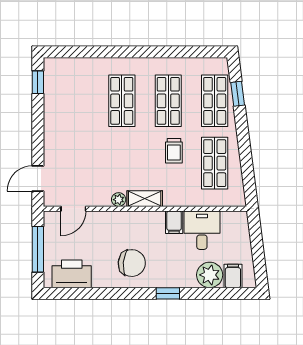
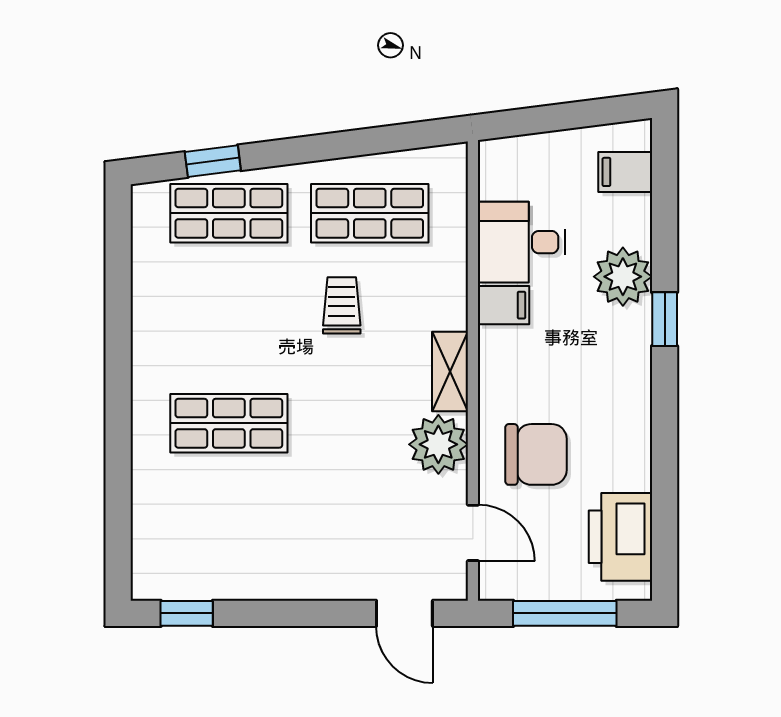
shop shelf: (168, 101) -> (229, 318), removed
trolley: (174, 151) -> (342, 305), turned -90
plant: (119, 200) -> (438, 444), width x1.88, depth x1.88
chair: (132, 263) -> (536, 454), moved, turned 85
plant: (210, 275) -> (623, 277), moved

